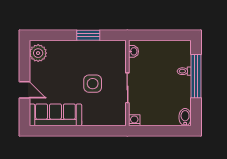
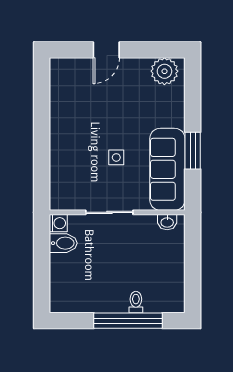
side table: (93, 84) -> (116, 157), width x0.54, depth x0.54
sofa: (55, 115) -> (167, 169), moved, turned 180
bidet: (185, 117) -> (63, 243), moved

